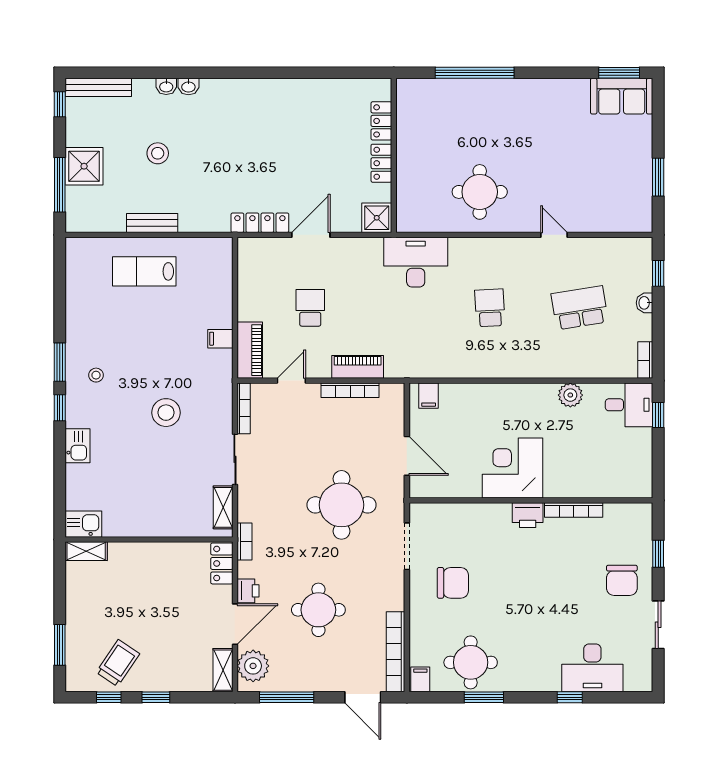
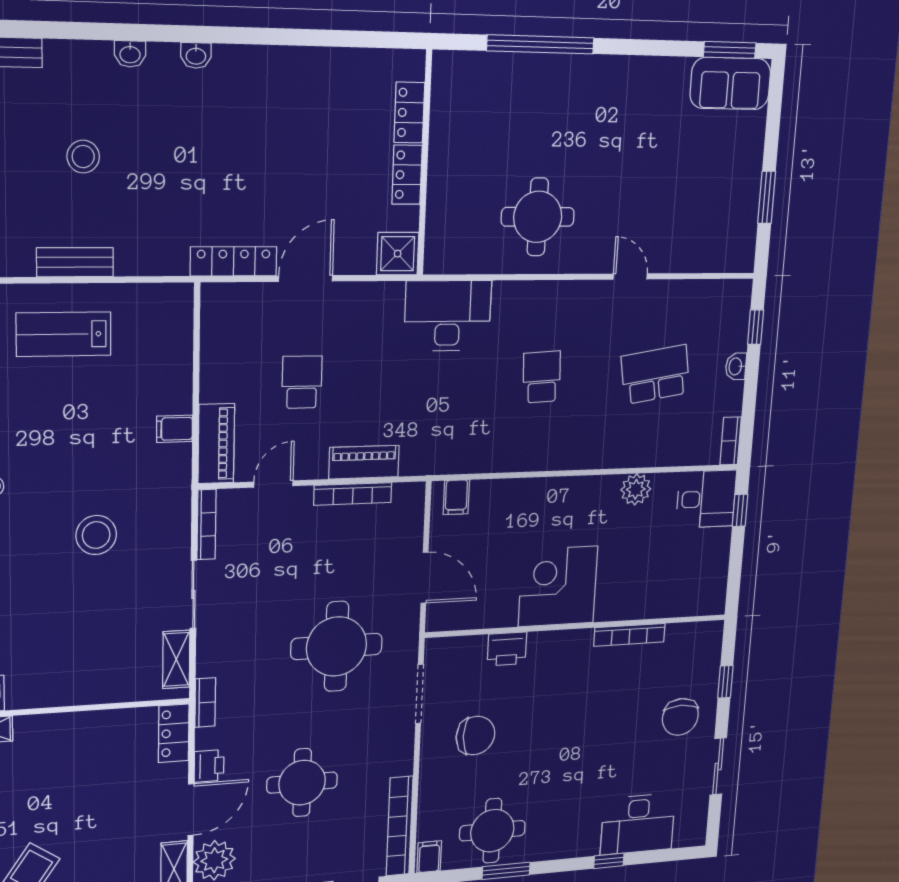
washbasin: (166, 86) -> (196, 55), moved
printer: (528, 515) -> (507, 649), moved

